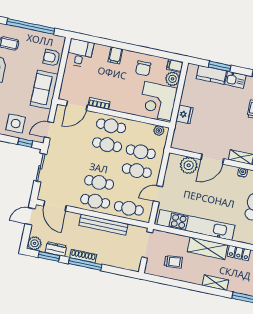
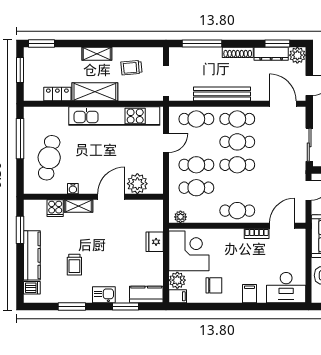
desk: (80, 53) -> (286, 288), width x1.37
chair: (143, 68) -> (214, 285), turned 90
kitchen counter: (211, 75) -> (146, 294), moved
cafe table: (107, 145) -> (237, 165), moved
dresser: (56, 249) -> (271, 54), width x1.44
window: (85, 264) -> (202, 43), moved
shelving: (215, 283) -> (97, 54), moved

